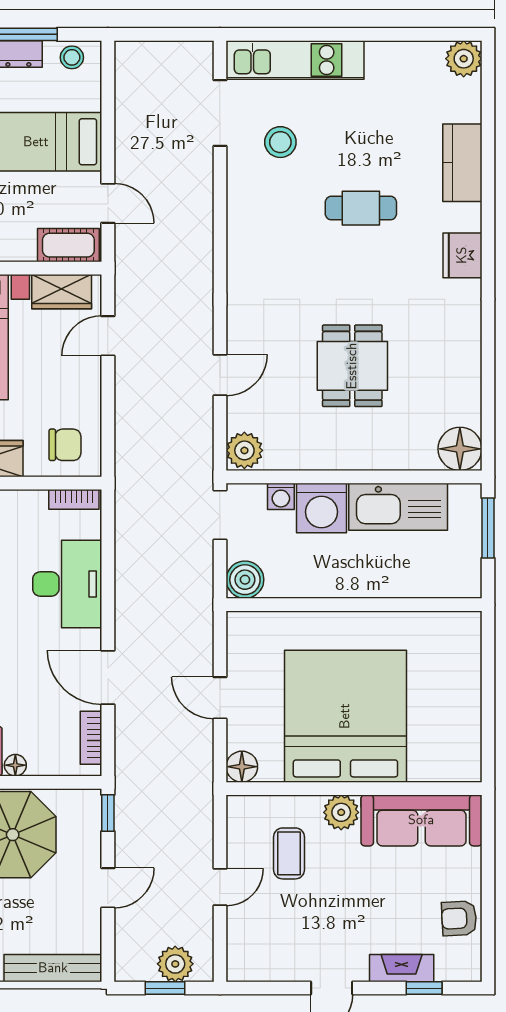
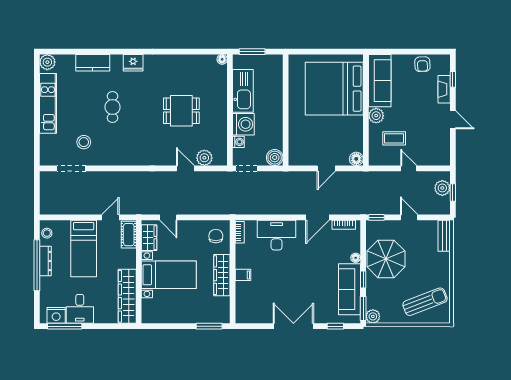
kitchen unit: (295, 60) -> (48, 103), moved
floor lamp: (460, 449) -> (222, 59), width x0.53, depth x0.53
plant: (244, 450) -> (204, 158), moved
bed: (345, 716) -> (334, 89), moved
bench: (53, 968) -> (444, 236), width x0.73

